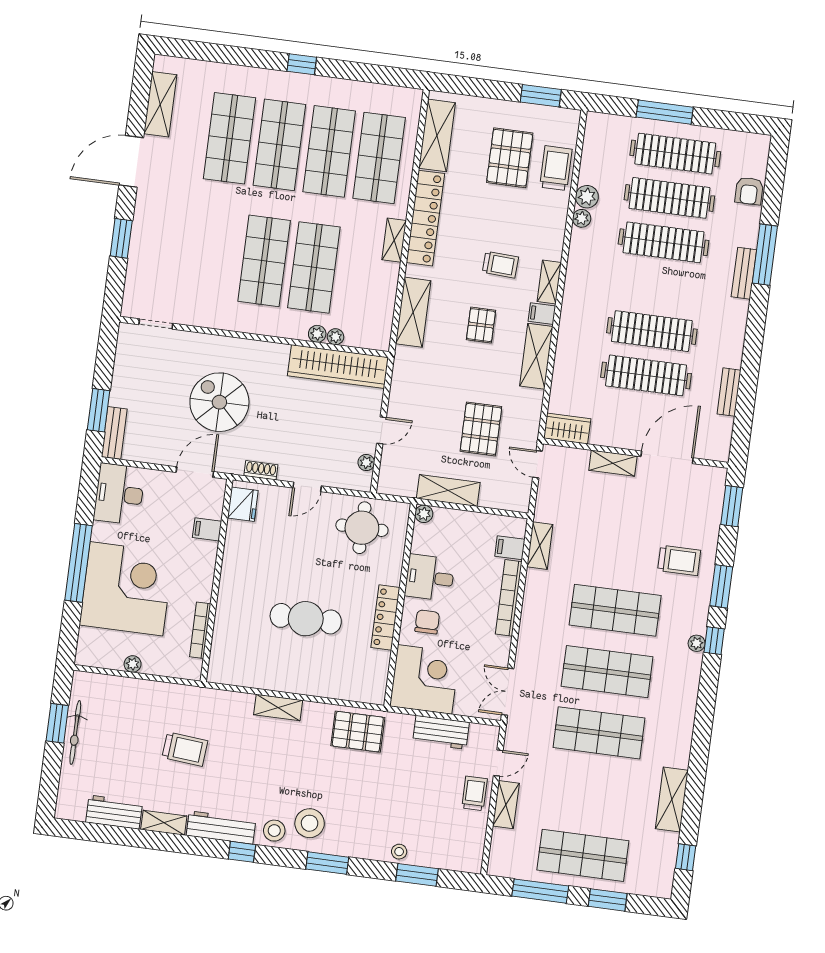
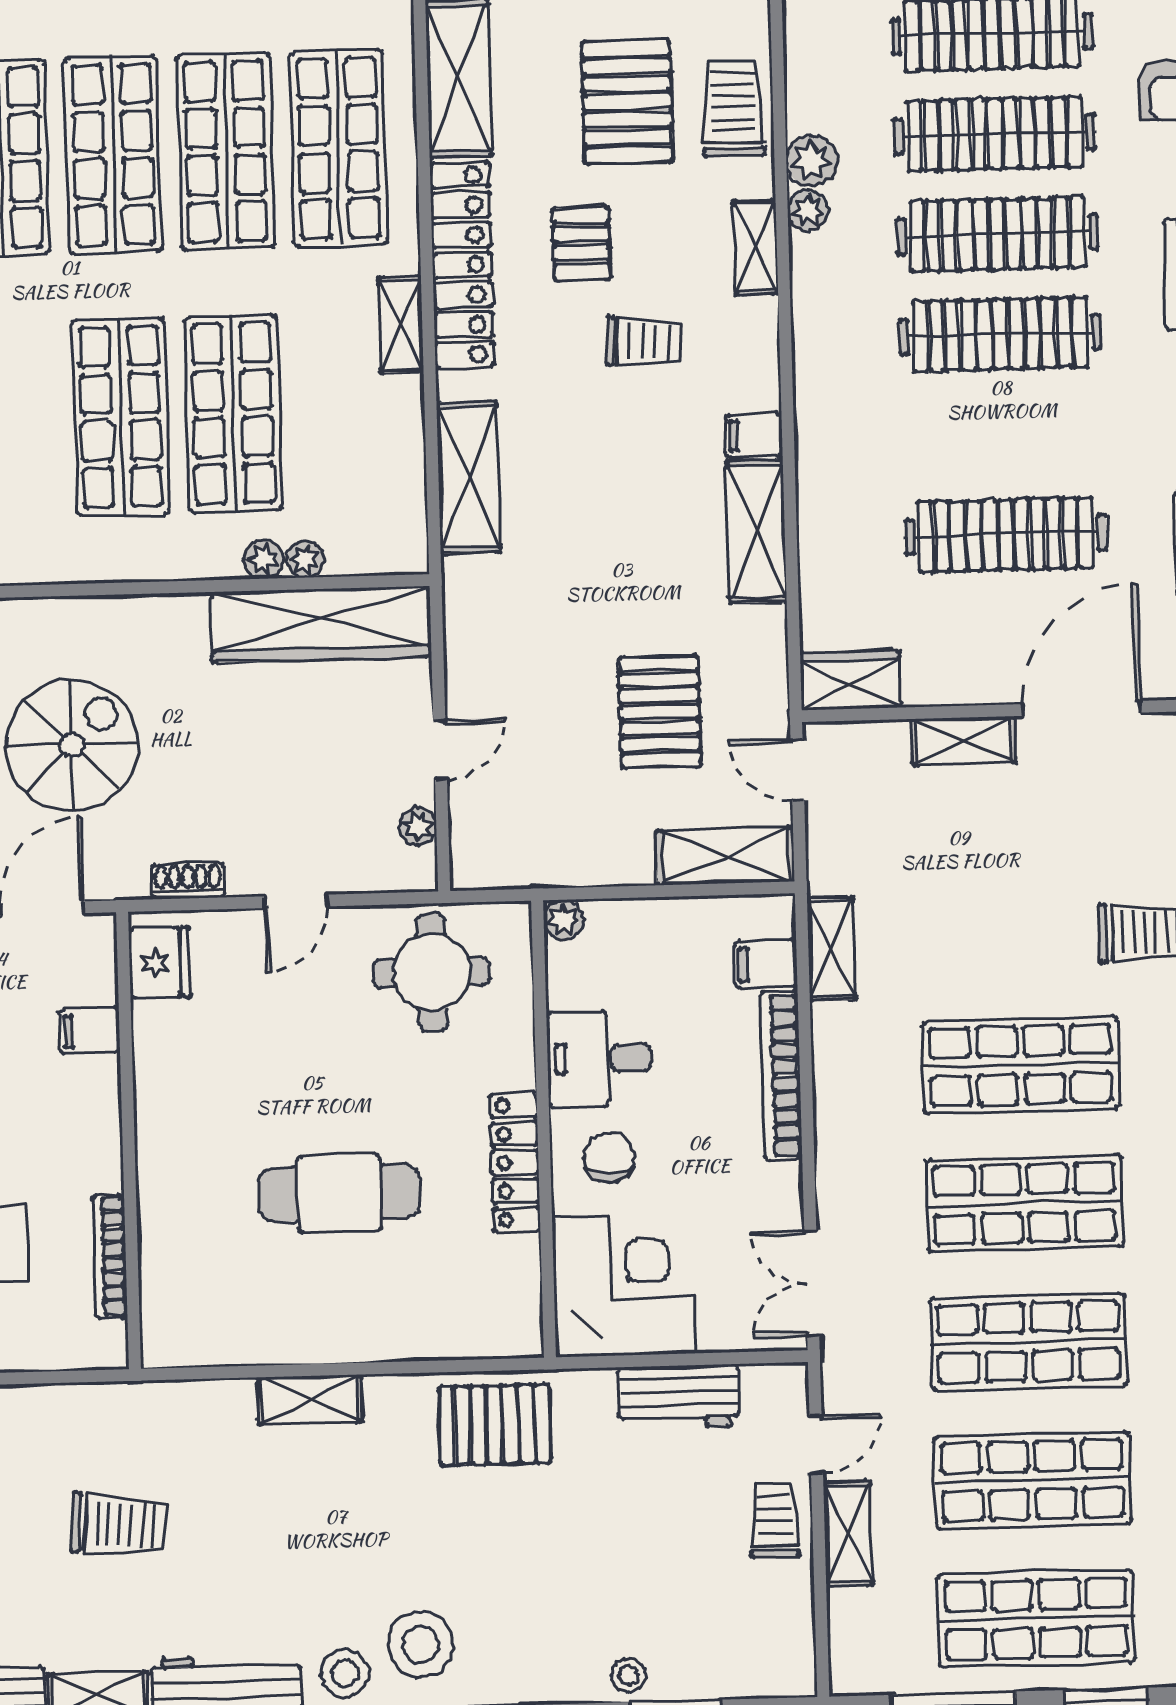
shelving: (549, 282) -> (756, 247), moved
pallet: (481, 325) -> (581, 243), moved
clothes rail: (652, 331) -> (1000, 334), moved
spiral stairs: (219, 402) -> (72, 745), turned 90
shelving: (448, 491) -> (726, 856), moved
shop shelf: (591, 794) -> (1032, 1480), added

